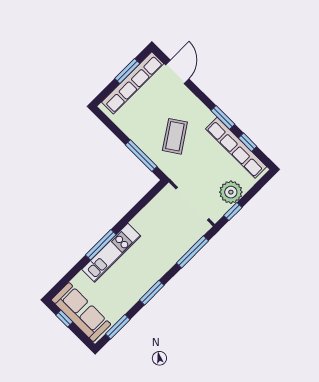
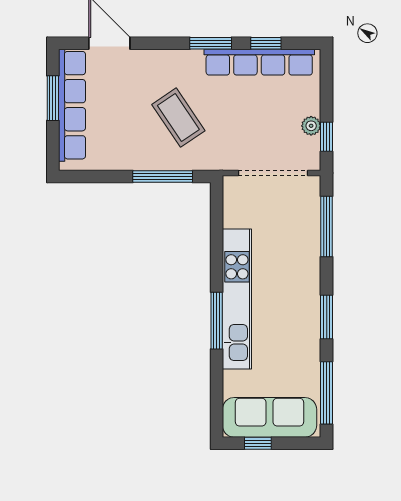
plant: (231, 192) -> (311, 126), width x0.53, depth x0.53
kitchen unit: (111, 253) -> (237, 299), width x1.36
window: (118, 327) -> (327, 393), width x1.44

